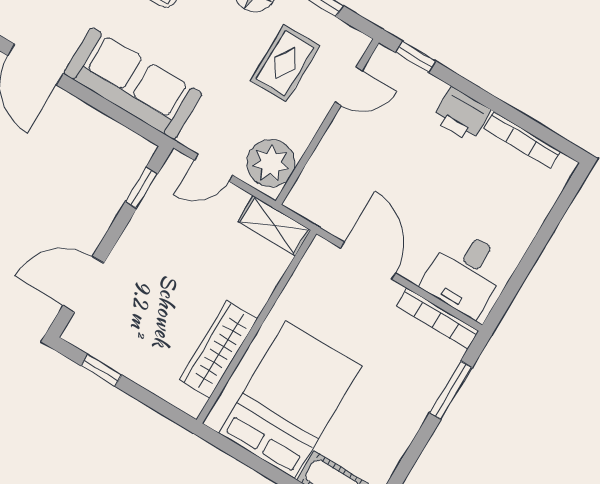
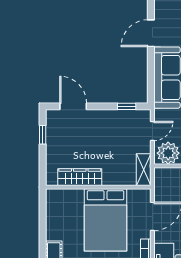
door: (214, 168) -> (152, 131), swing flipped
bed: (290, 400) -> (106, 220), moved, turned 90

